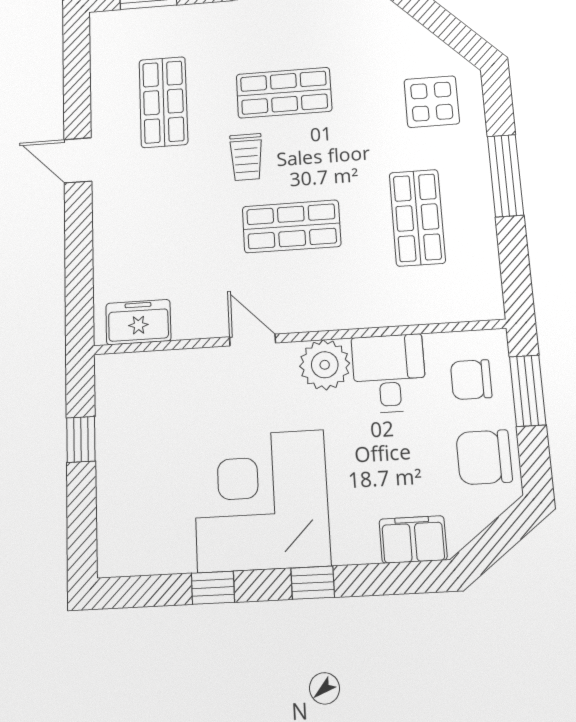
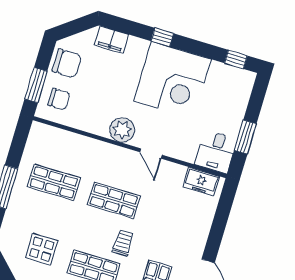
display table: (432, 102) -> (42, 249), moved
shop shelf: (417, 218) -> (54, 182), turned 90
desk: (389, 373) -> (216, 152), moved
window: (81, 439) -> (245, 137), width x1.50
window: (213, 588) -> (236, 59), moved

